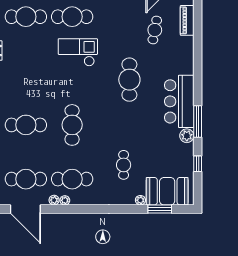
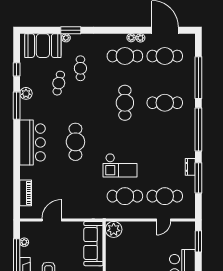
cafe table: (155, 30) -> (59, 83), moved
bar counter: (179, 101) -> (33, 142), moved
window: (160, 209) -> (71, 30), moved

